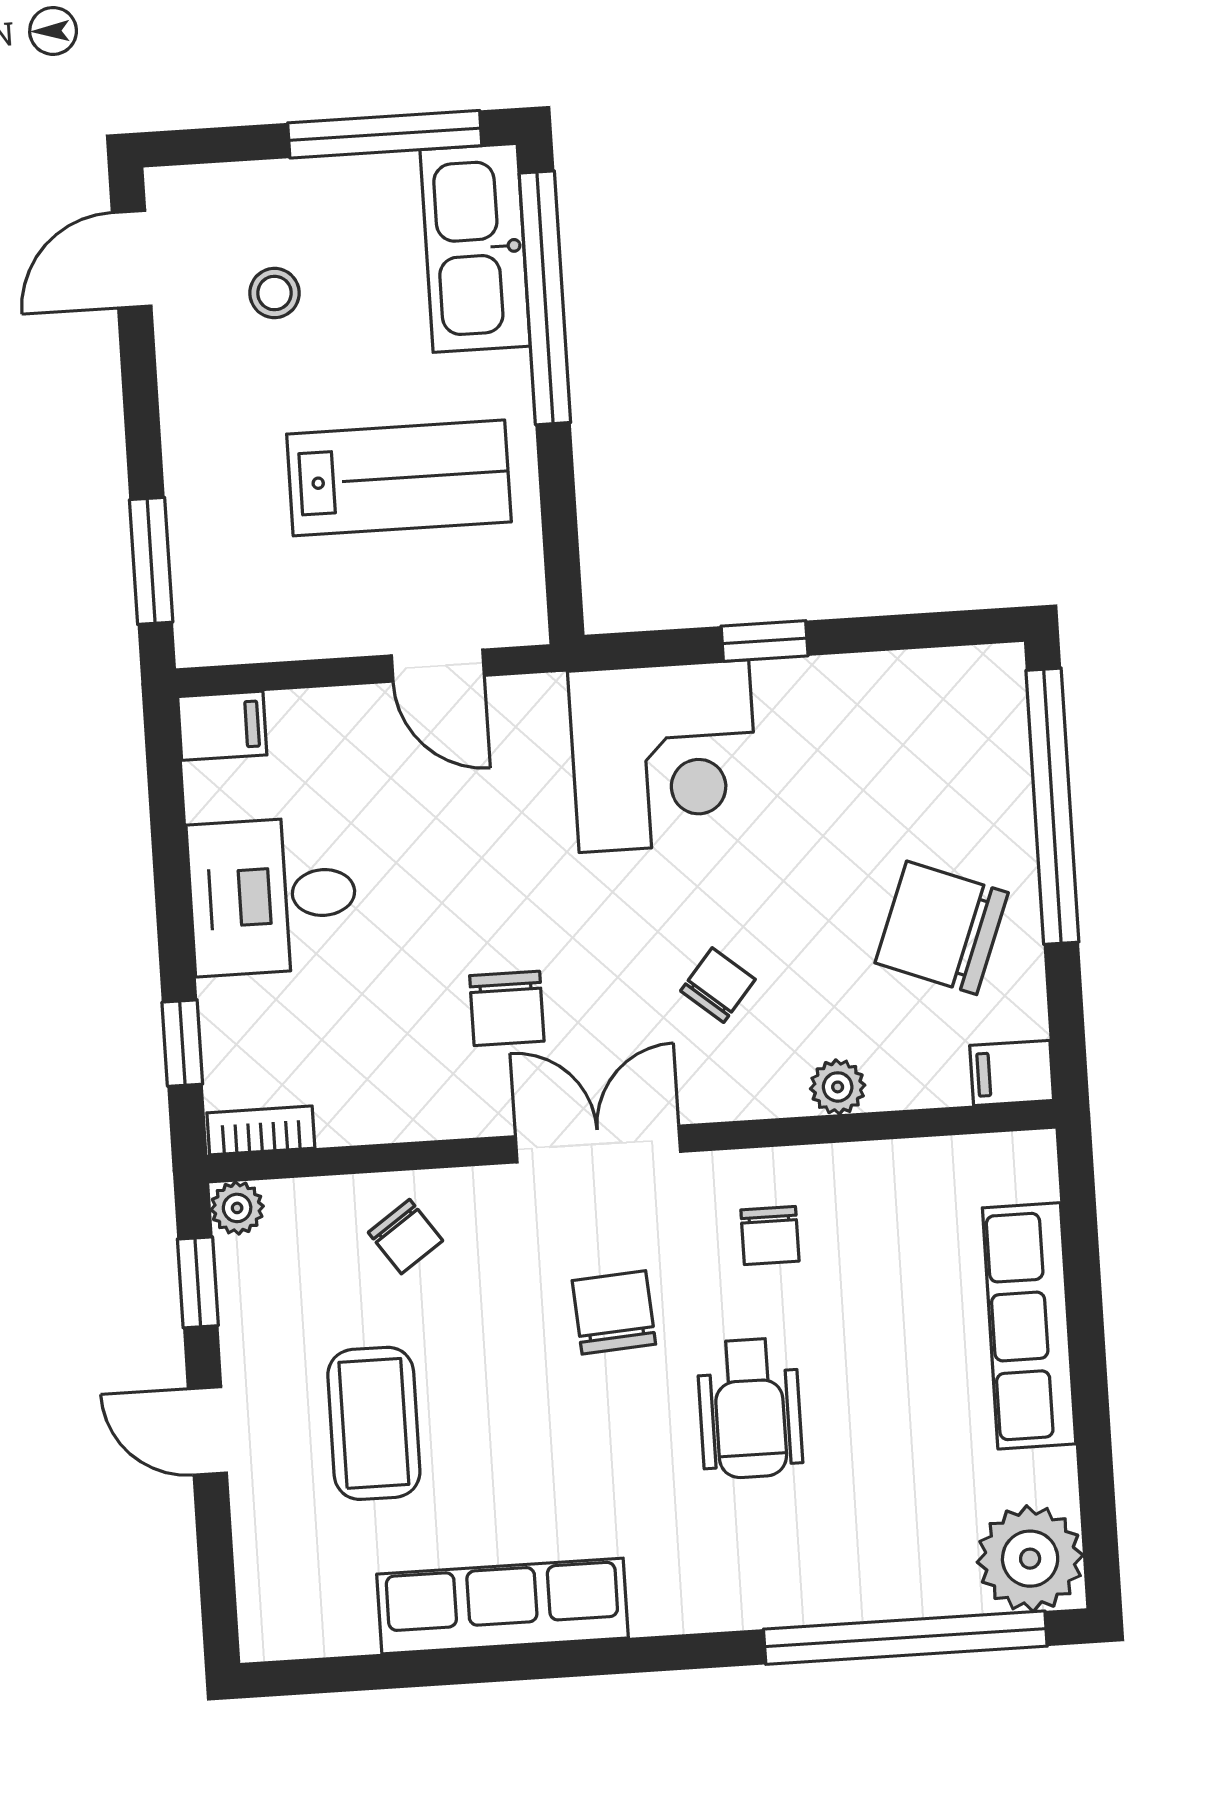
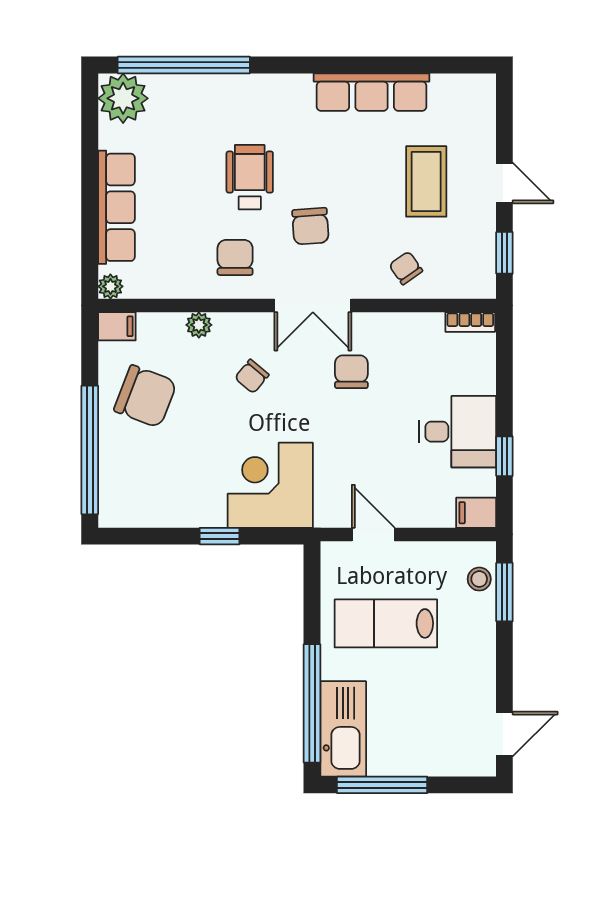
stool: (274, 293) -> (479, 579), moved
window: (182, 1043) -> (504, 456), moved
plant: (237, 1208) -> (110, 286), moved
chair: (770, 1236) -> (235, 257), width x1.37, depth x1.37

